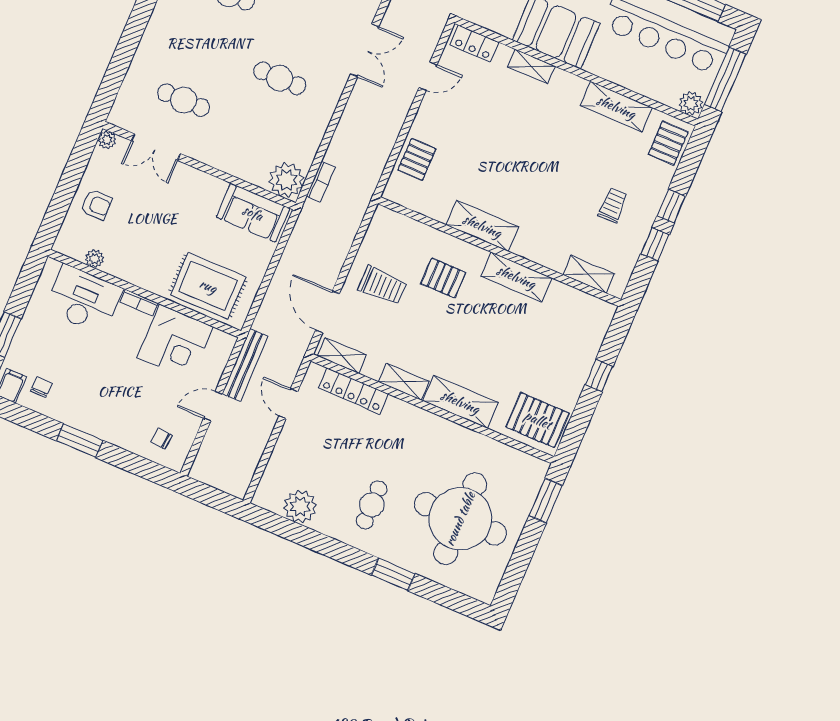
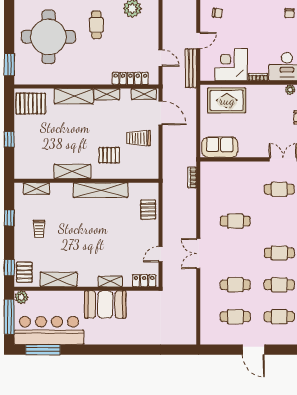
plant: (286, 180) -> (210, 171), removed
window: (671, 206) -> (9, 268), moved
shelving: (482, 226) -> (101, 190), width x1.47

